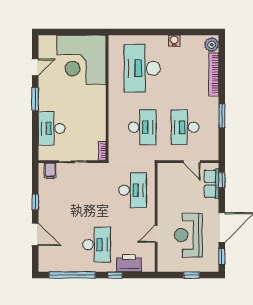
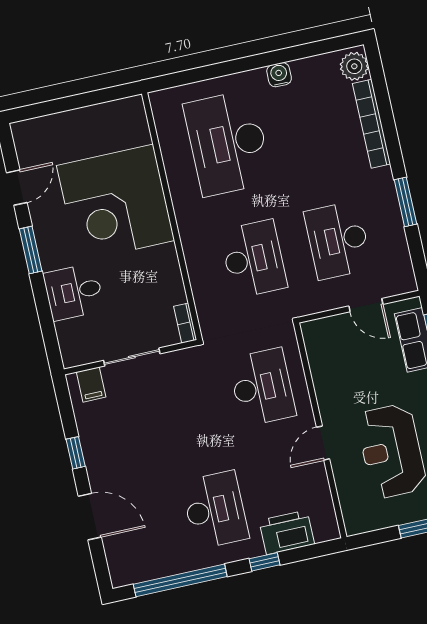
corner desk: (81, 60) -> (116, 203), moved
desk: (52, 128) -> (74, 292), width x0.73
door: (156, 234) -> (323, 443), moved

